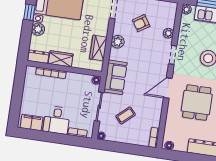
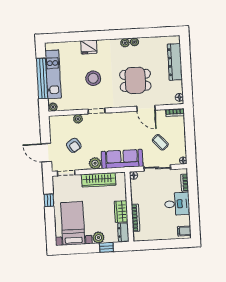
window: (29, 12) -> (106, 247), moved
wardrobe: (98, 48) -> (99, 180), width x1.50
sofa: (115, 77) -> (122, 159), width x1.36
door: (168, 88) -> (146, 108), moved
filing cabinet: (32, 122) -> (184, 231), width x0.50

